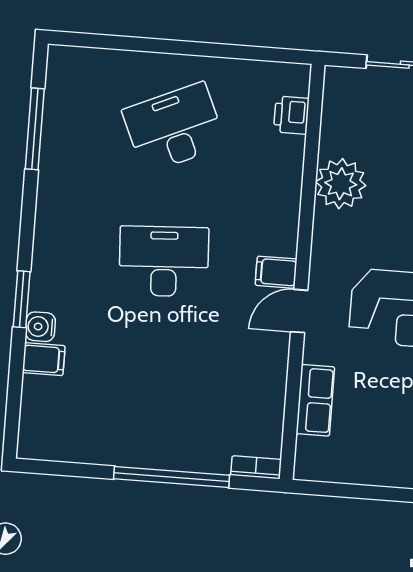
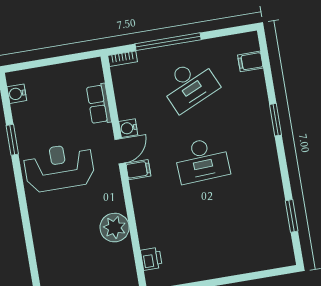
desk: (174, 128) -> (189, 85), moved
window: (35, 129) -> (292, 216), width x0.69
water cooler: (40, 327) -> (128, 128), moved, turned 180
filing cabinet: (44, 359) -> (250, 61), moved

